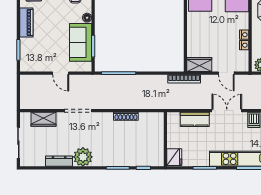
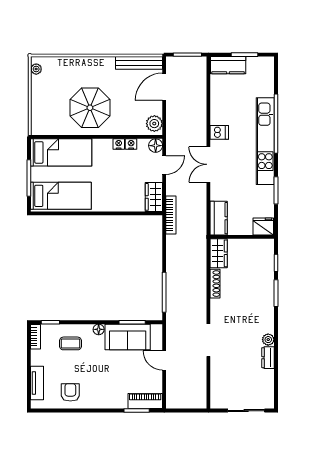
piano: (26, 23) -> (145, 401), moved
floor lamp: (243, 66) -> (156, 146), added
door: (61, 73) -> (164, 361), swing flipped
wardrobe: (44, 119) -> (219, 253), moved
kitchen counter: (195, 119) -> (219, 218), moved
plant: (83, 157) -> (268, 340), width x0.53, depth x0.53
dresser: (59, 161) -> (268, 358), width x0.70

